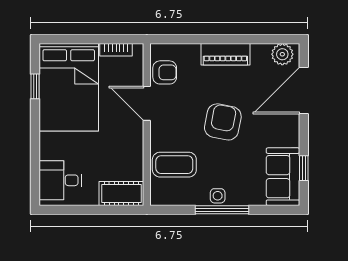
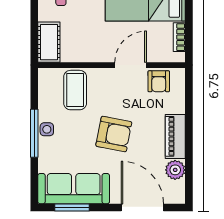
plant: (282, 54) -> (175, 170), moved
window: (304, 168) -> (72, 208), width x1.50
sofa: (283, 177) -> (74, 189), width x1.36

